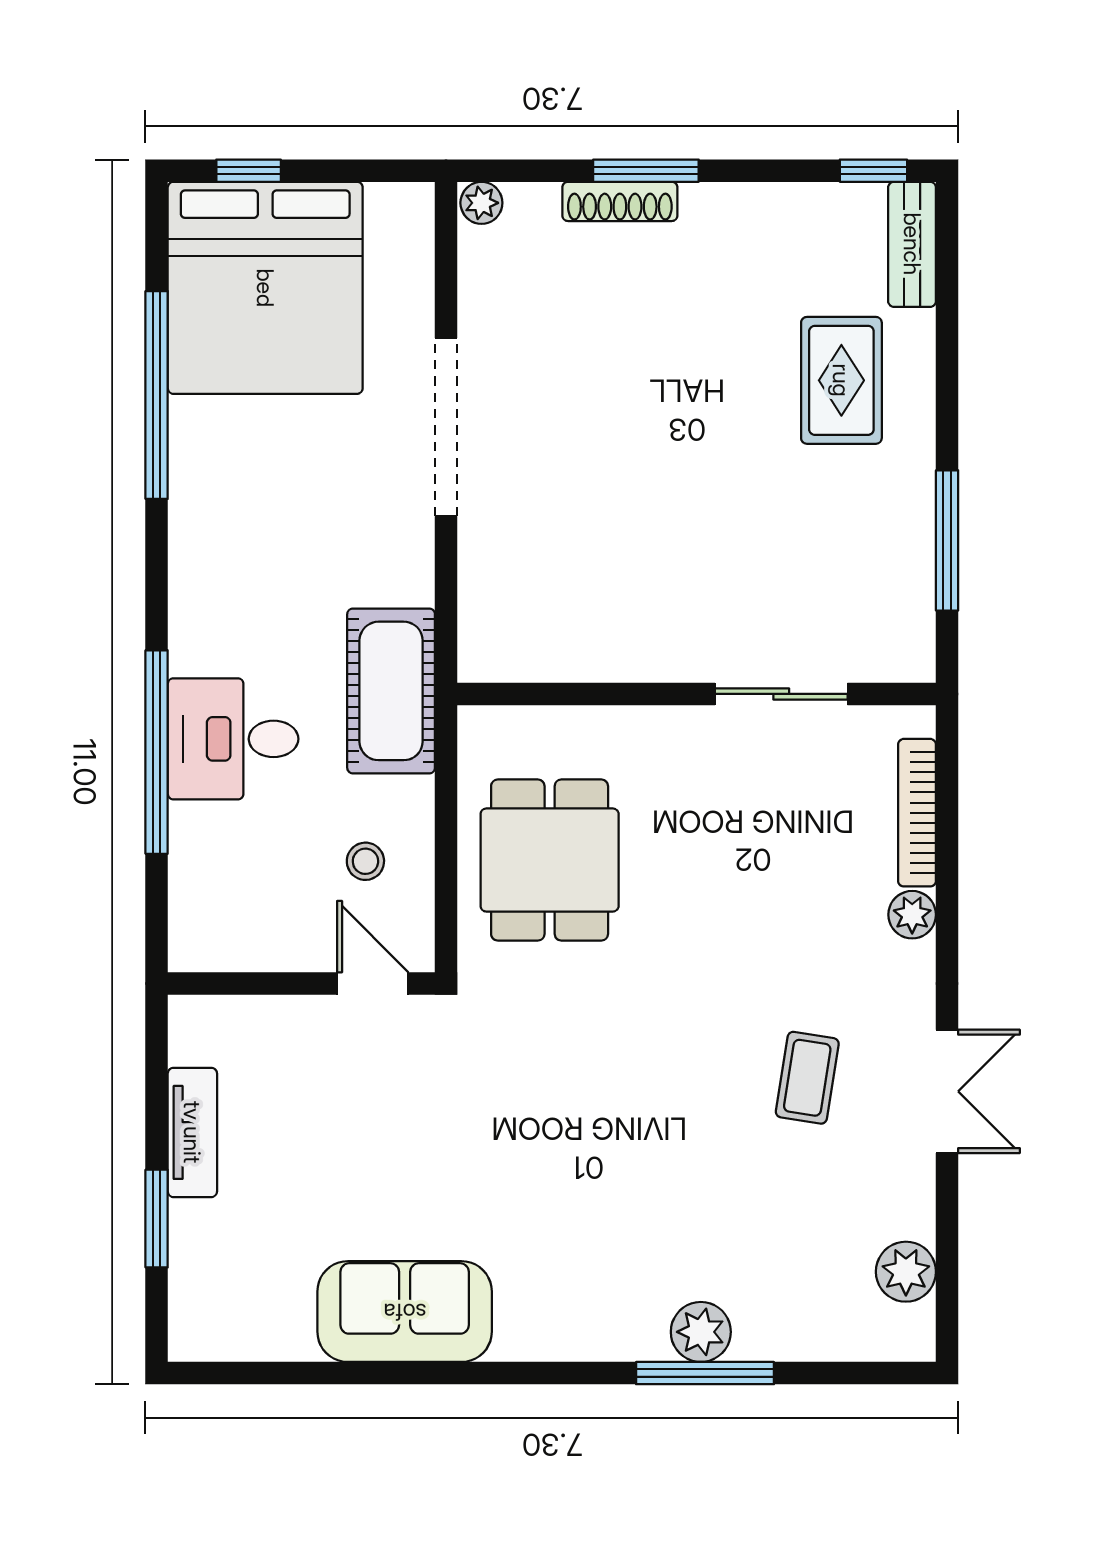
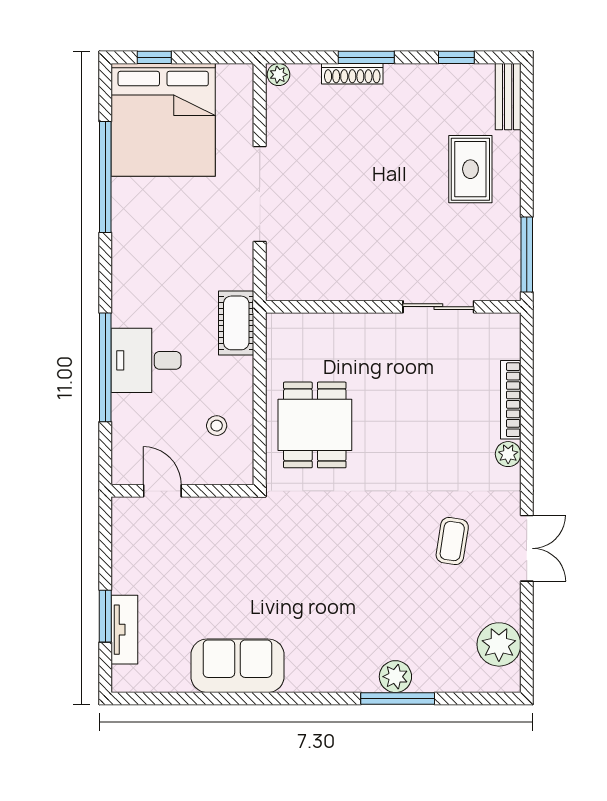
window: (873, 171) -> (456, 57), moved
cot: (391, 691) -> (236, 323), width x0.73, depth x0.75
wall: (697, 694) -> (393, 307), moved
sliding door: (781, 694) -> (438, 307), moved
door: (373, 983) -> (162, 491), moved
tv unit: (192, 1132) -> (124, 630), moved
plant: (906, 1272) -> (499, 644), width x1.36, depth x1.36

